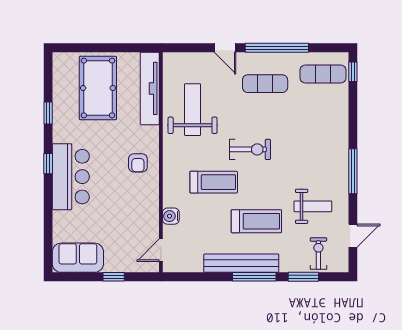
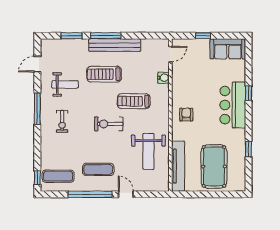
window: (48, 164) -> (249, 93), moved
weight bench: (313, 206) -> (65, 84), turned 180
exercise bike: (318, 254) -> (62, 121), moved

